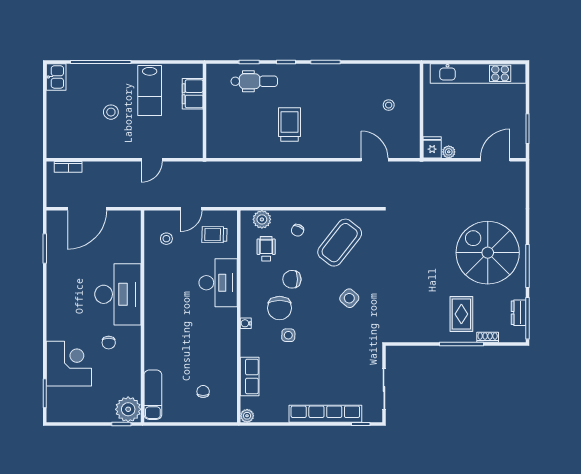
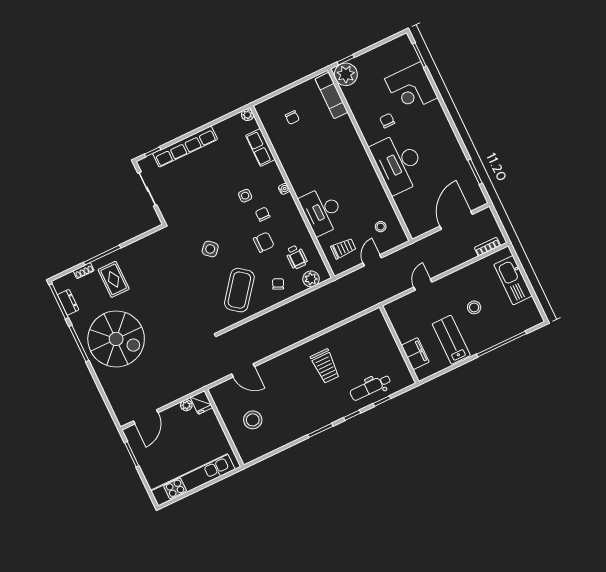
kitchen sink: (56, 77) -> (513, 280), moved, width x1.87, depth x1.24
stool: (389, 105) -> (253, 420), width x1.89, depth x1.89
chair: (280, 308) -> (263, 214), width x0.54, depth x0.54

